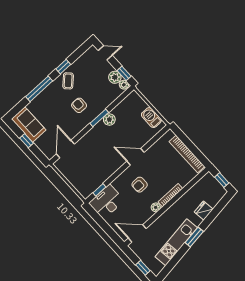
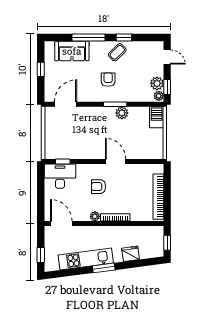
barbecue: (151, 118) -> (157, 117), moved
sofa: (29, 124) -> (72, 51), moved, turned 90

